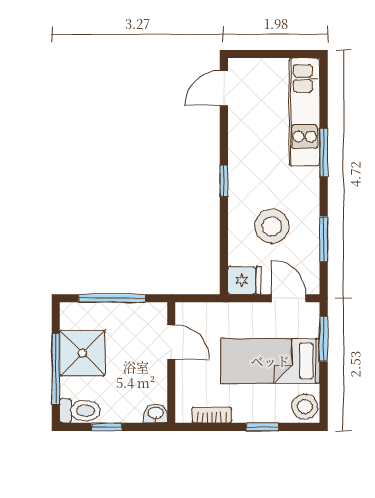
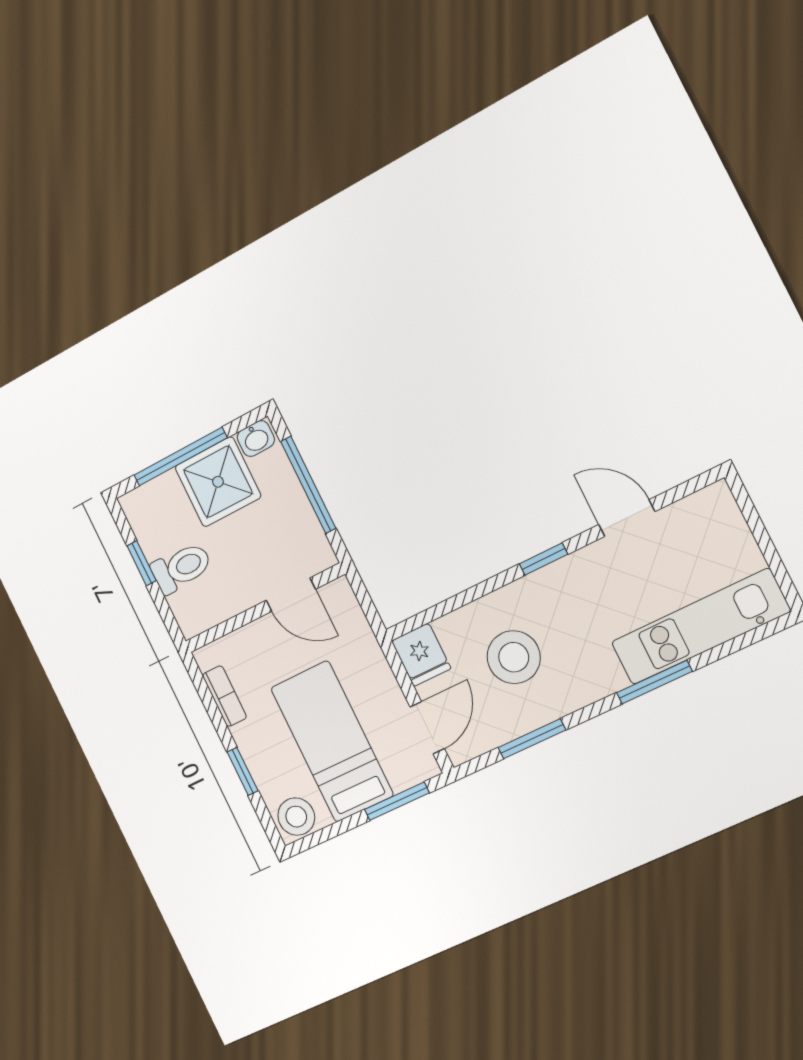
door: (224, 88) -> (627, 518), moved
door: (171, 342) -> (291, 595), hinge flipped
toilet: (80, 411) -> (181, 568), moved, turned -90
washbasin: (156, 414) -> (256, 439), moved, turned 90

